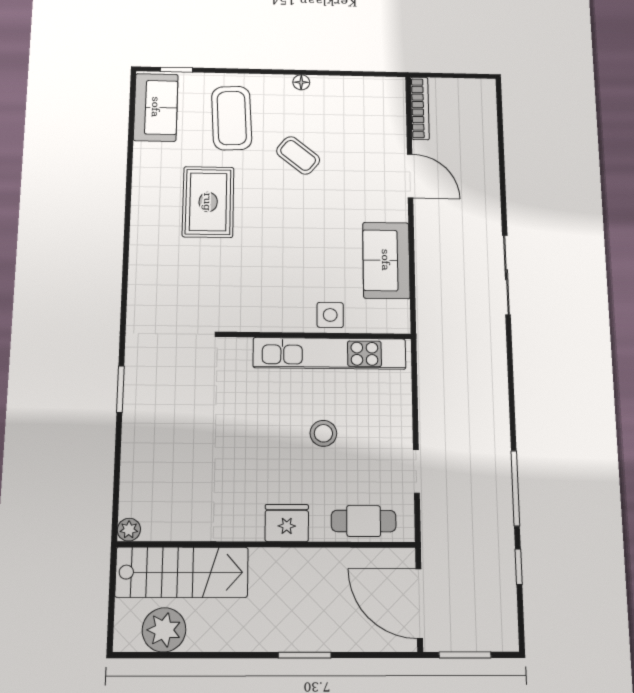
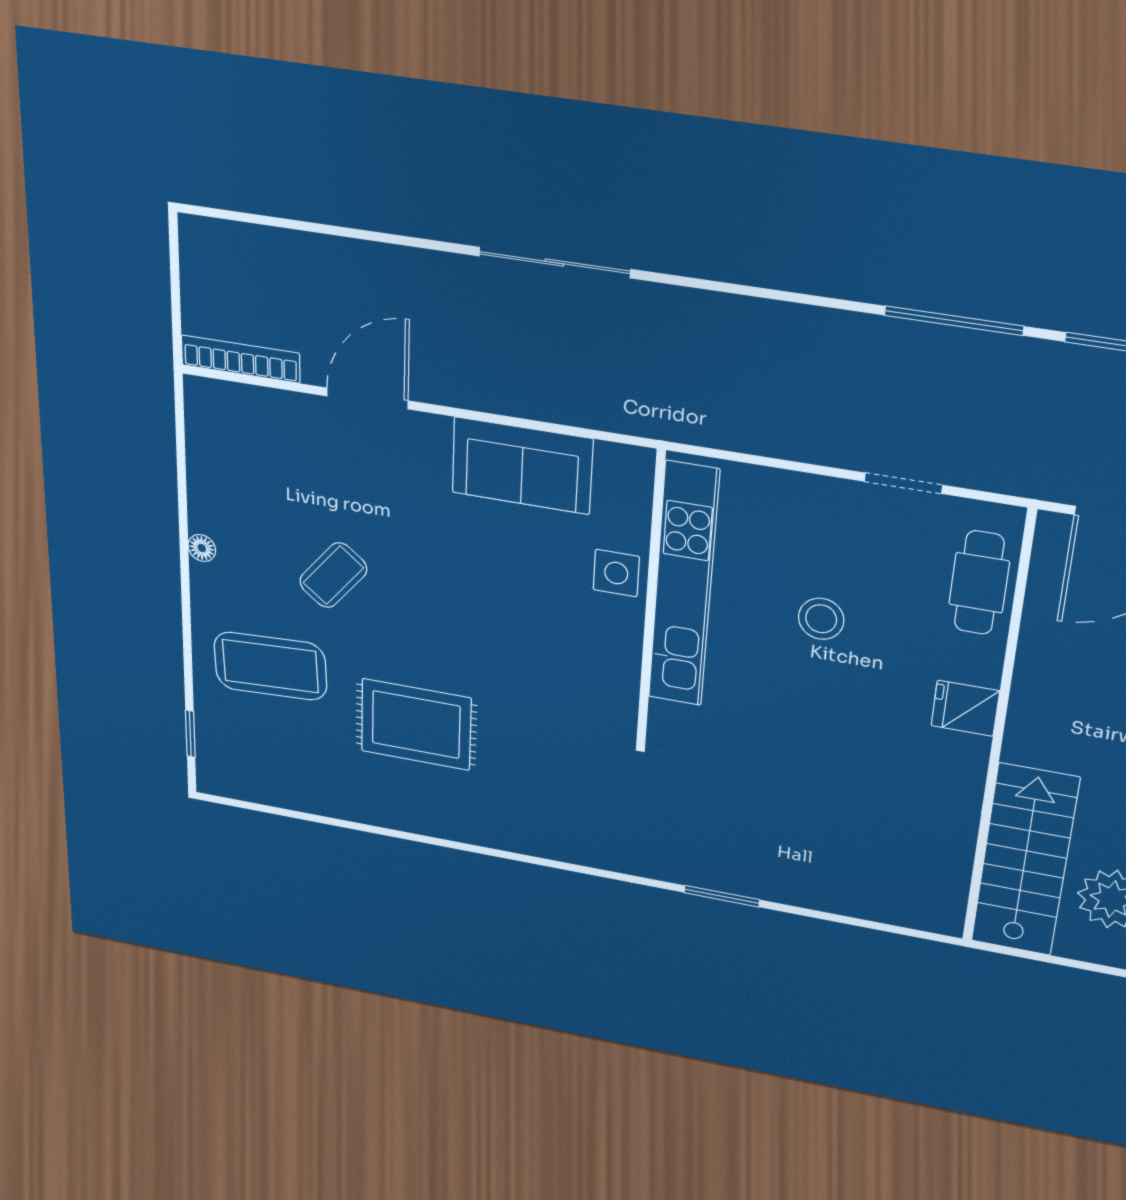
sofa: (156, 107) -> (256, 774), removed
fridge: (287, 523) -> (965, 708), width x0.72
plant: (129, 530) -> (947, 920), removed

